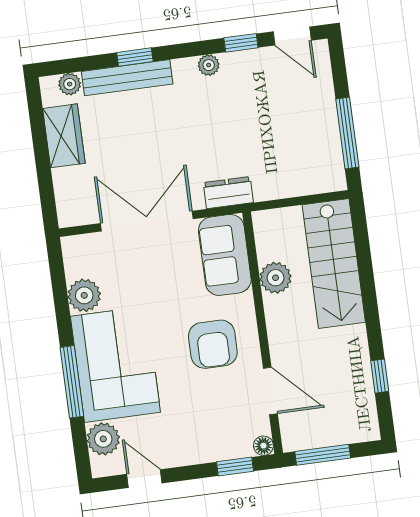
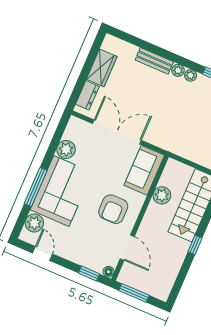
window: (135, 57) -> (158, 51), removed
bench: (127, 78) -> (154, 61), width x0.73
plant: (70, 84) -> (178, 70), moved
dresser: (228, 193) -> (87, 95), moved, turned 90
window: (380, 376) -> (195, 245), moved

